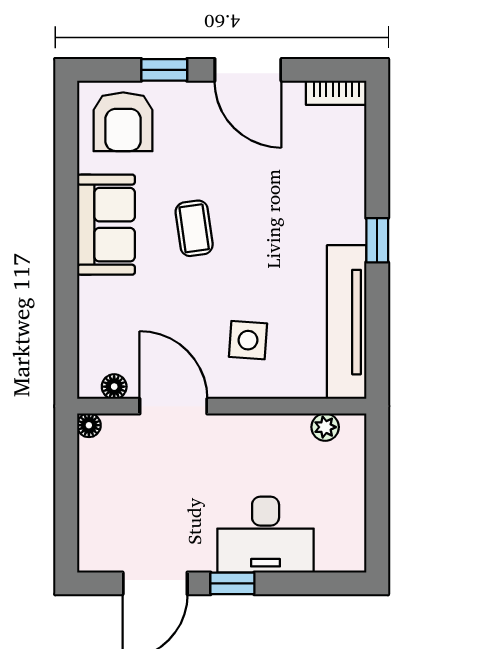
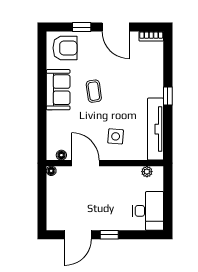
armchair: (123, 122) -> (65, 48), turned -90
desk: (266, 535) -> (148, 211), moved, turned -90

